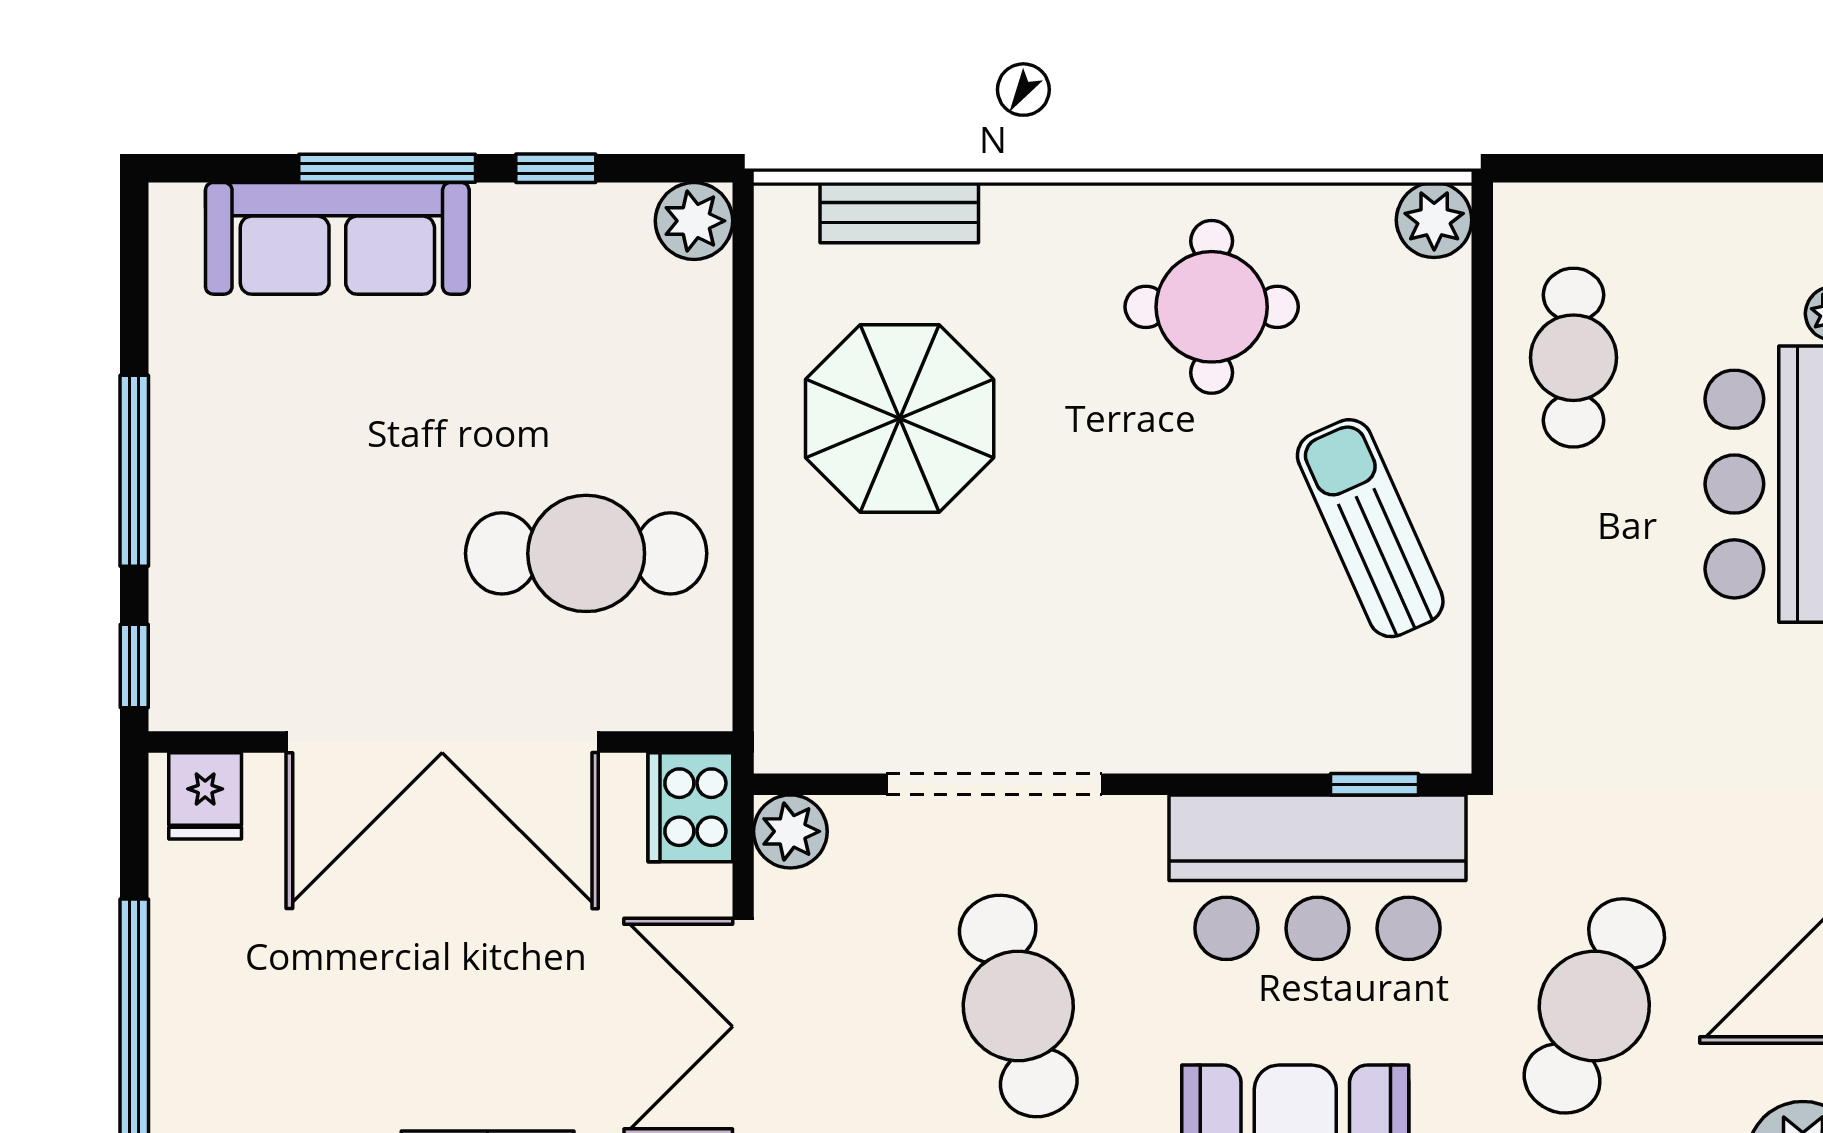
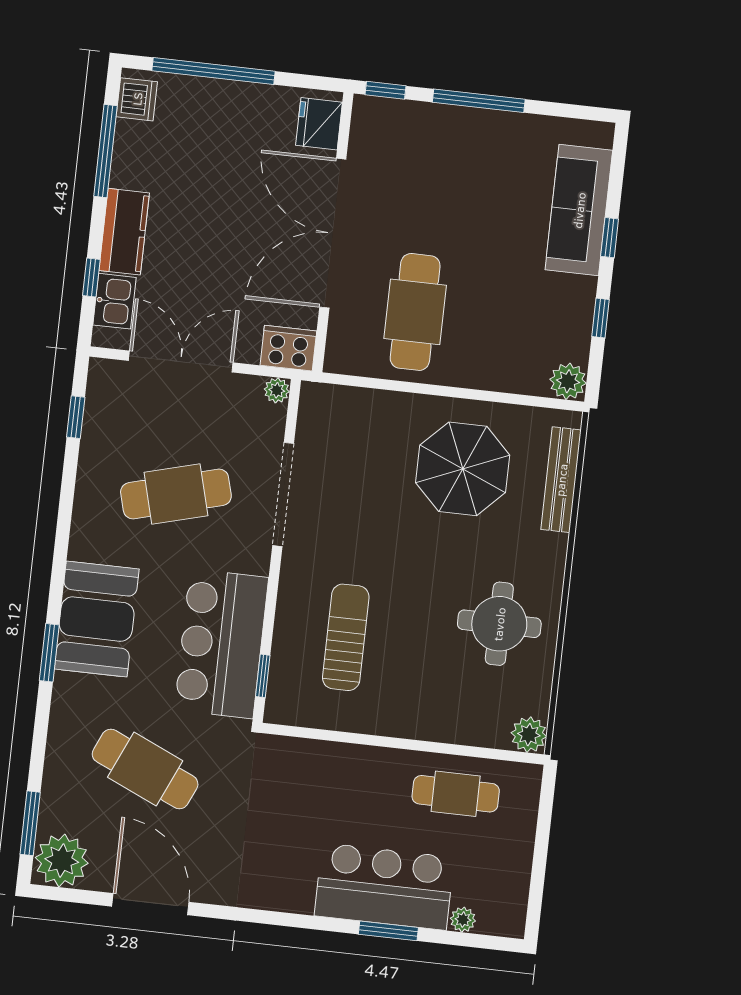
window: (387, 168) -> (610, 238), width x0.46
bench: (899, 213) -> (561, 480), width x1.36
sun lounger: (1370, 528) -> (346, 637), moved, turned -66
fridge: (205, 796) -> (319, 124), width x1.38
plant: (790, 831) -> (277, 390), width x0.73, depth x0.73

